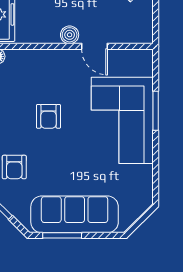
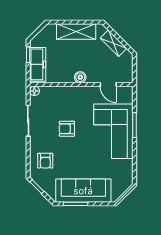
door: (95, 46) -> (108, 84), moved
armchair: (48, 116) -> (67, 129), turned 90

